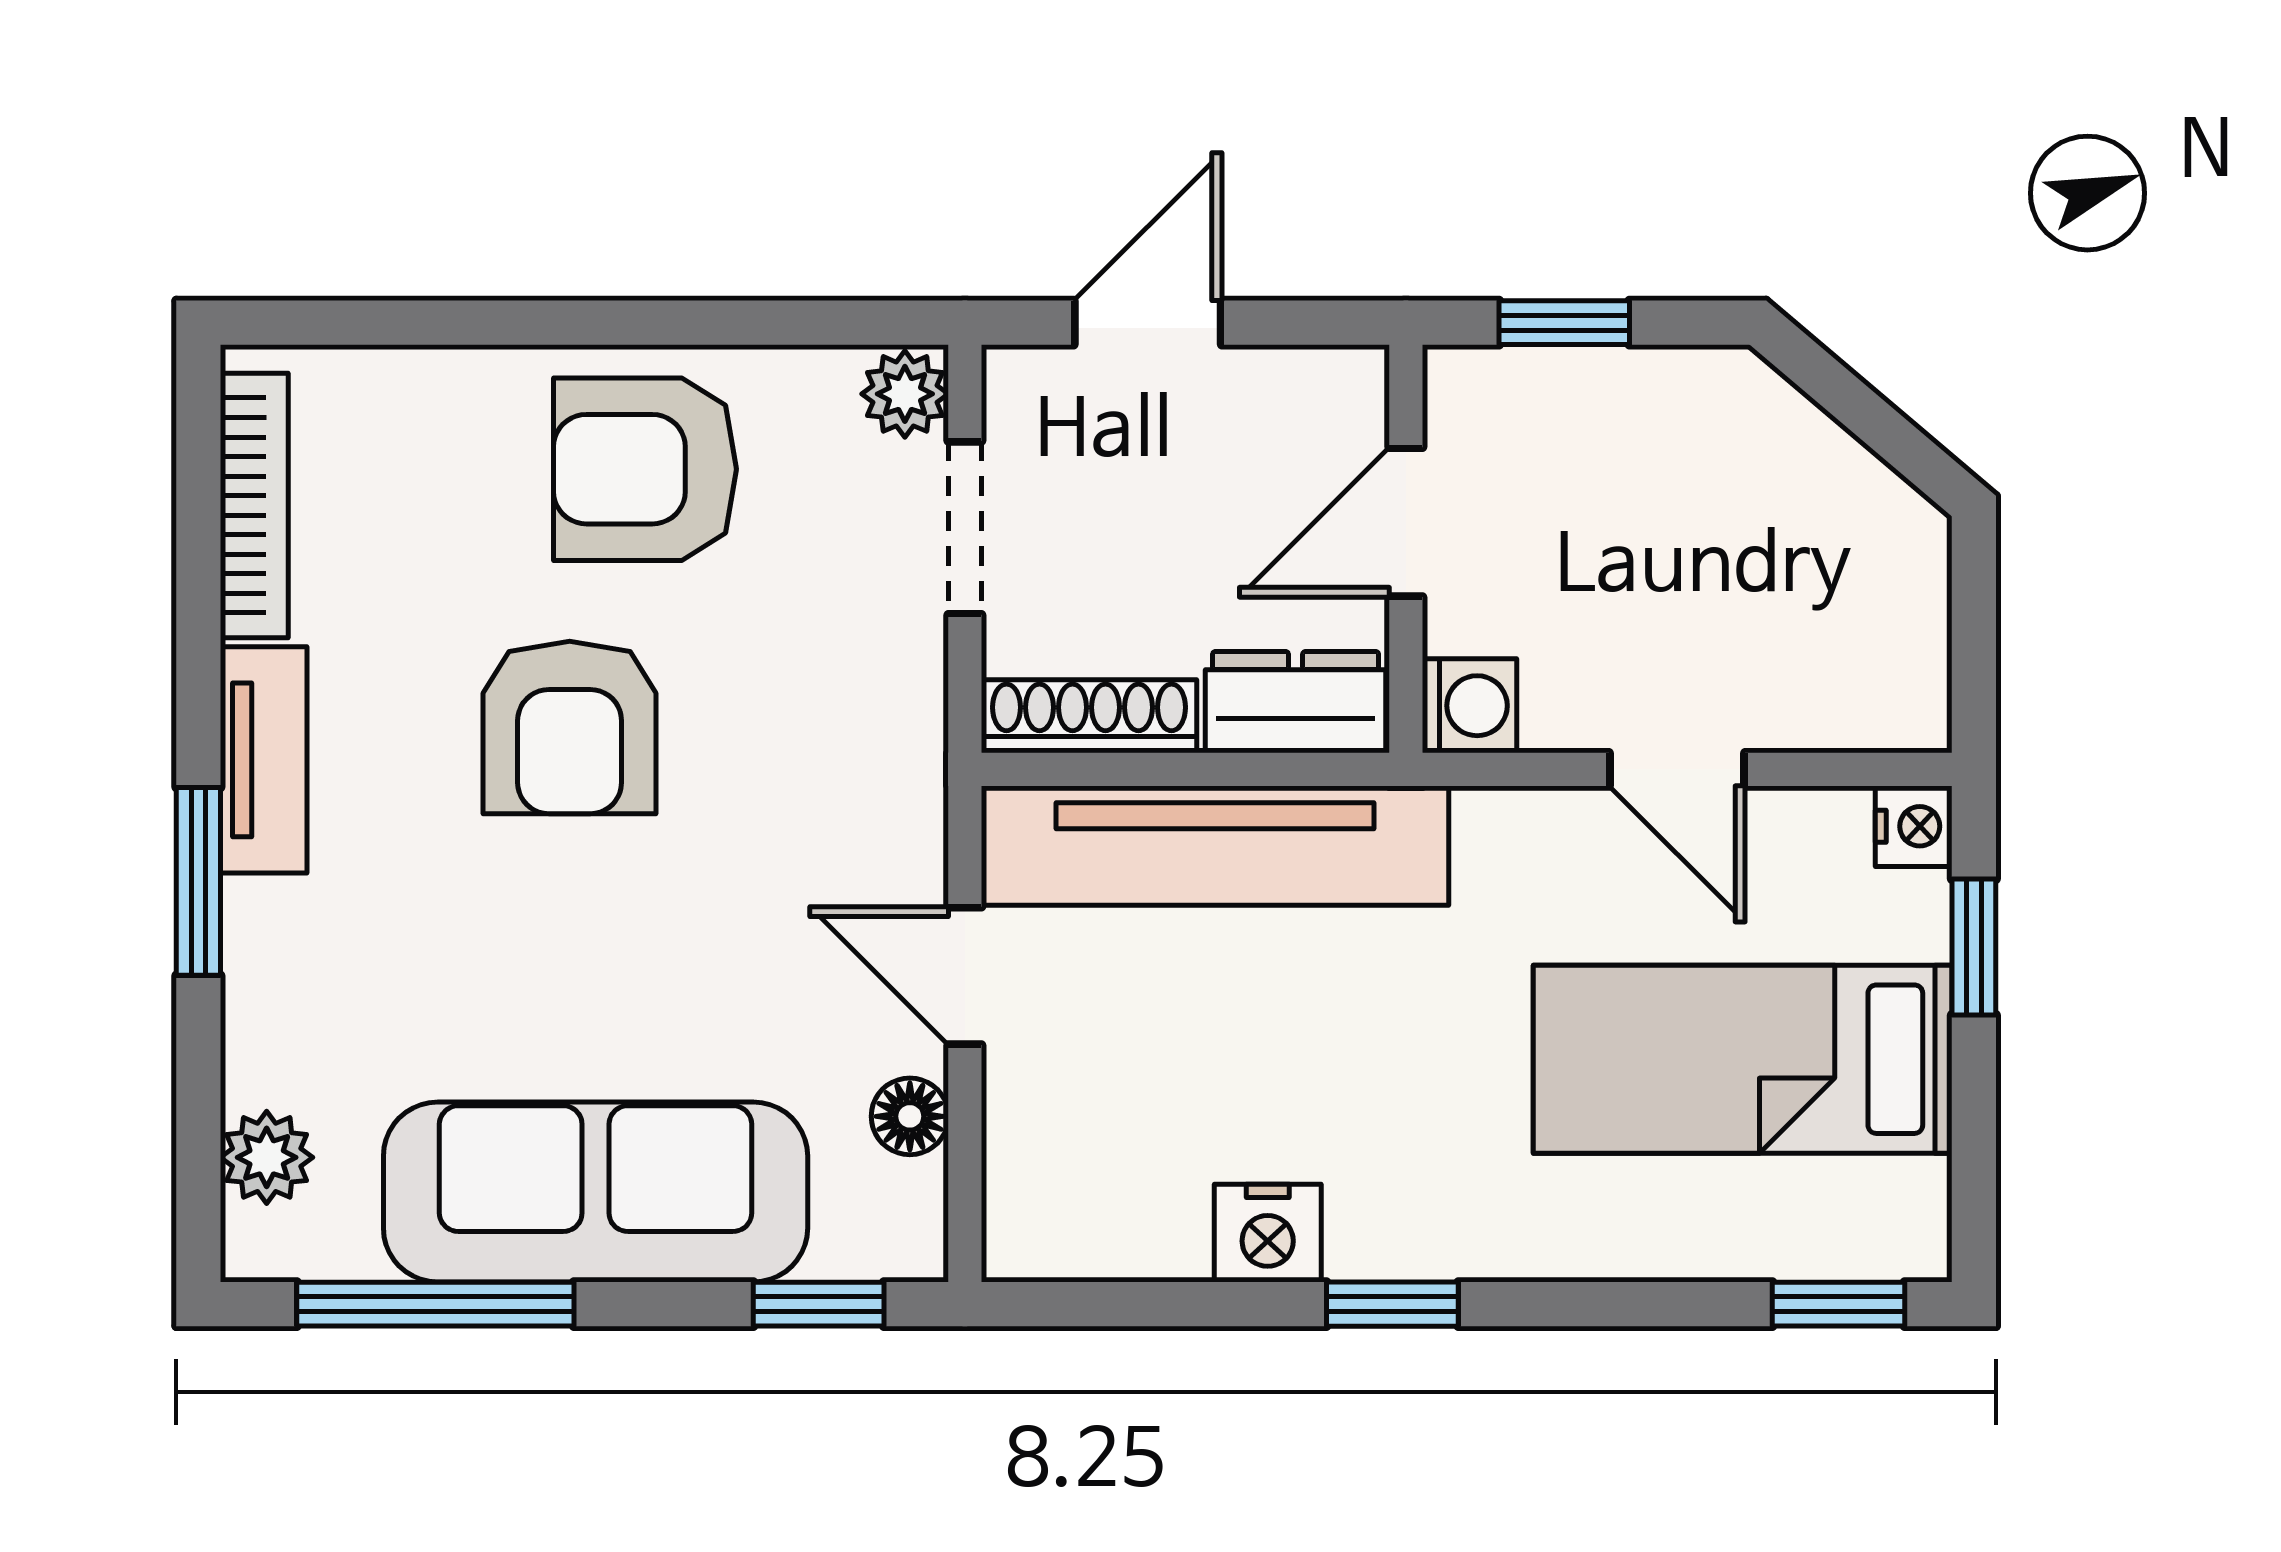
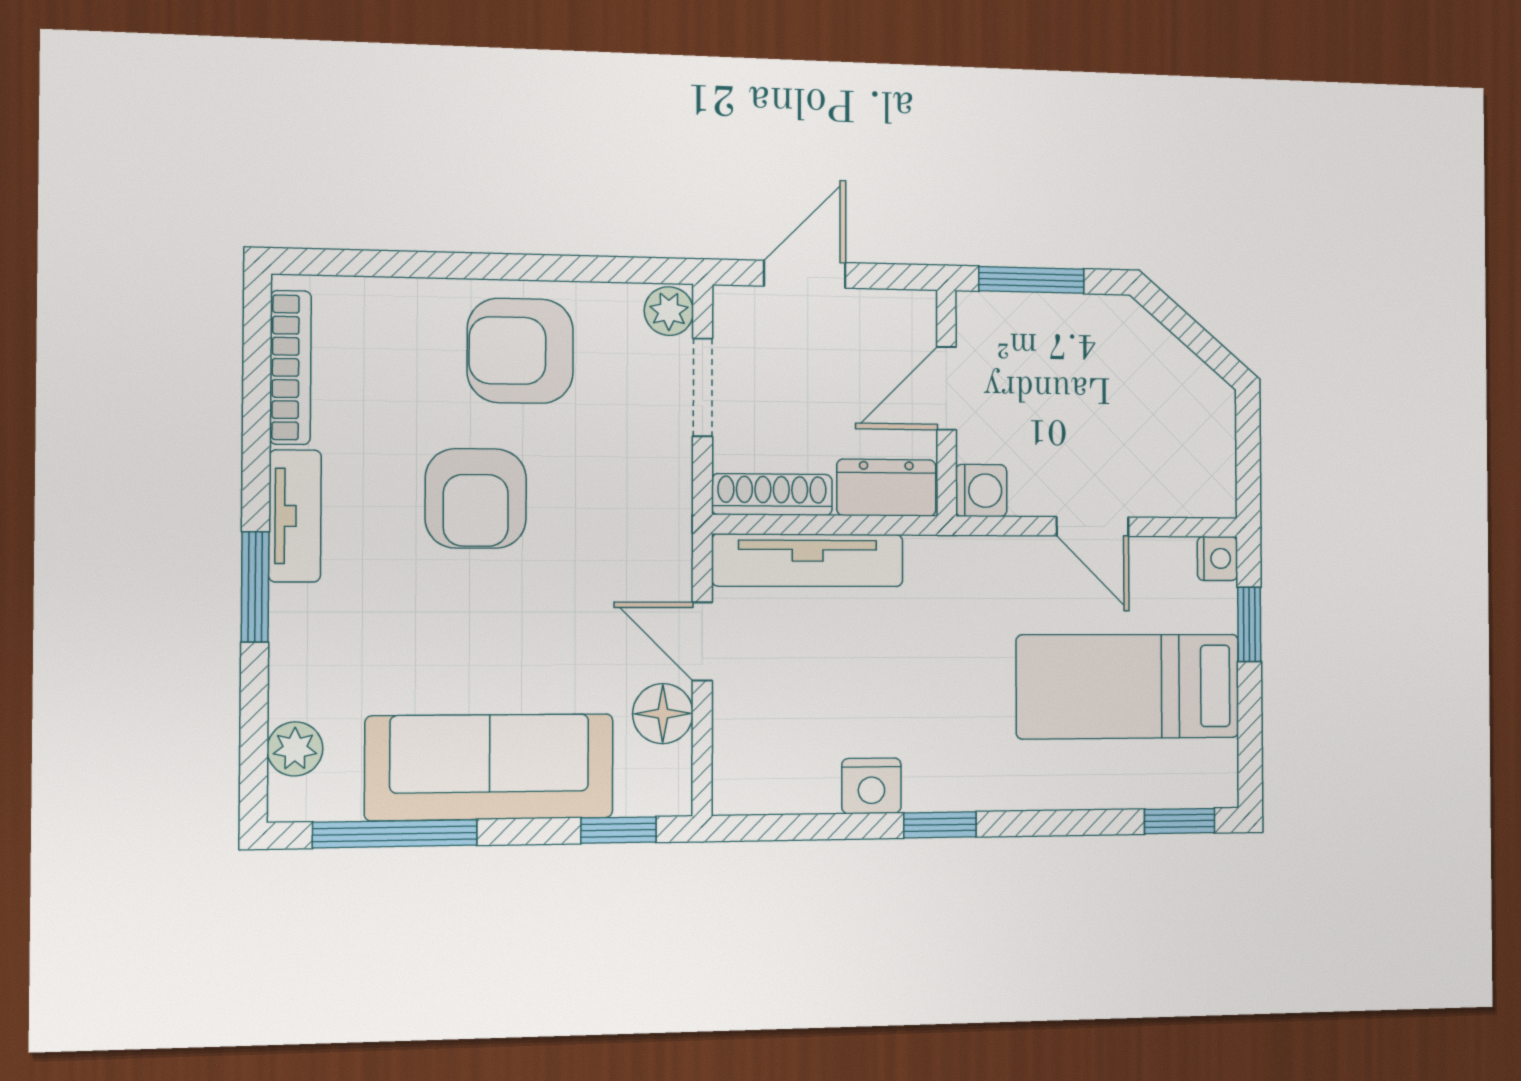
window: (1564, 323) -> (1031, 280), width x1.50
tv unit: (1215, 846) -> (808, 560), width x0.73, depth x0.78
floor lamp: (910, 1116) -> (663, 714), width x1.37, depth x1.37

